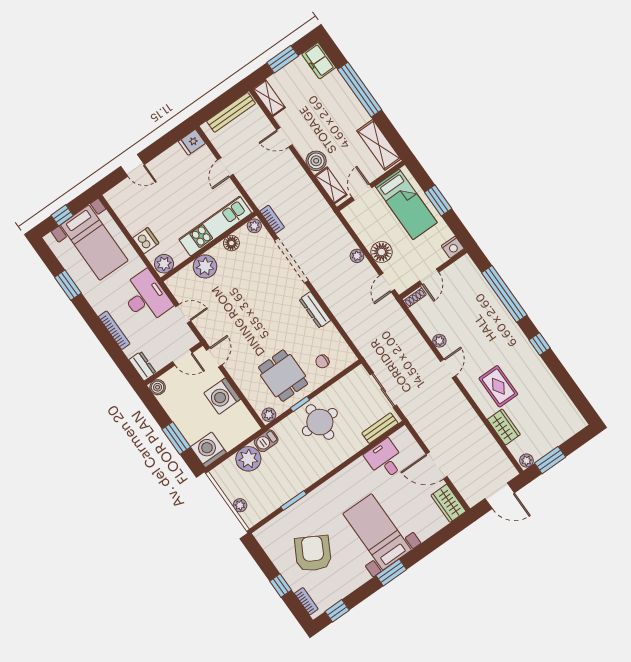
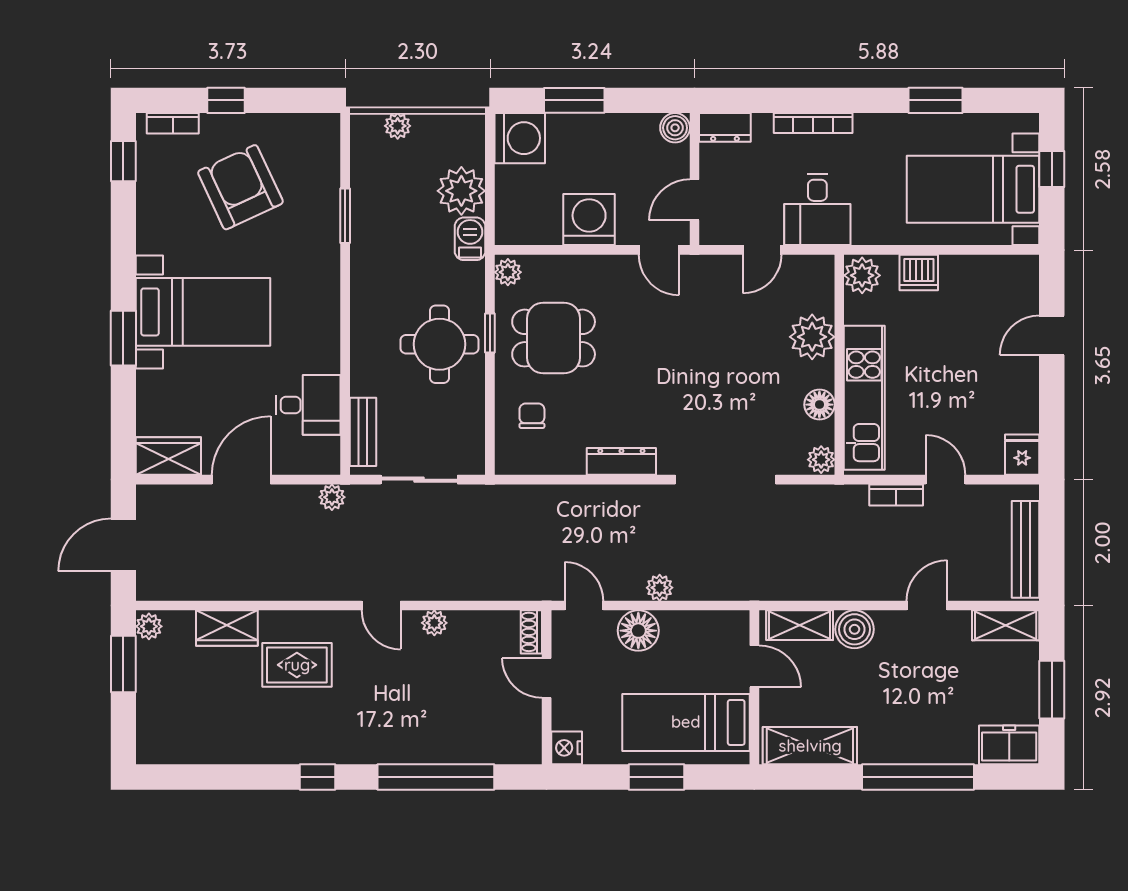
bookcase: (272, 219) -> (896, 495), moved
desk: (146, 297) -> (817, 210), width x0.73
plant: (417, 422) -> (332, 497), added
armchair: (313, 553) -> (240, 187), turned -144
window: (391, 572) -> (123, 338), moved

